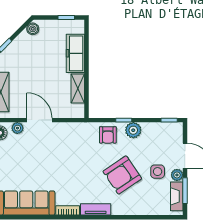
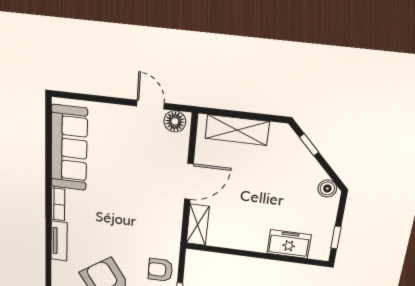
freezer: (75, 53) -> (289, 244), width x0.71
shelving: (78, 89) -> (198, 225), moved, turned 90
plant: (17, 128) -> (180, 148), removed

